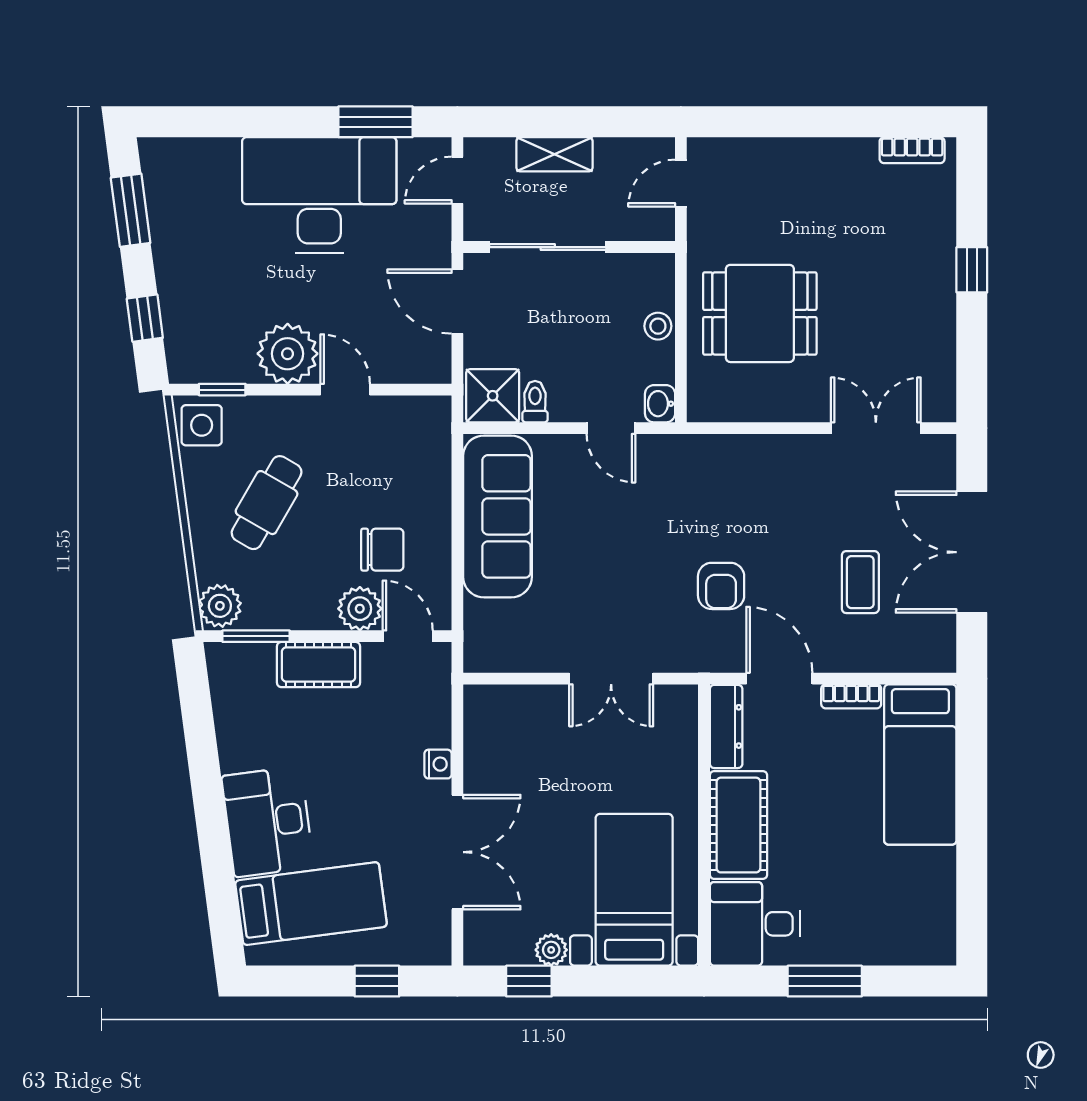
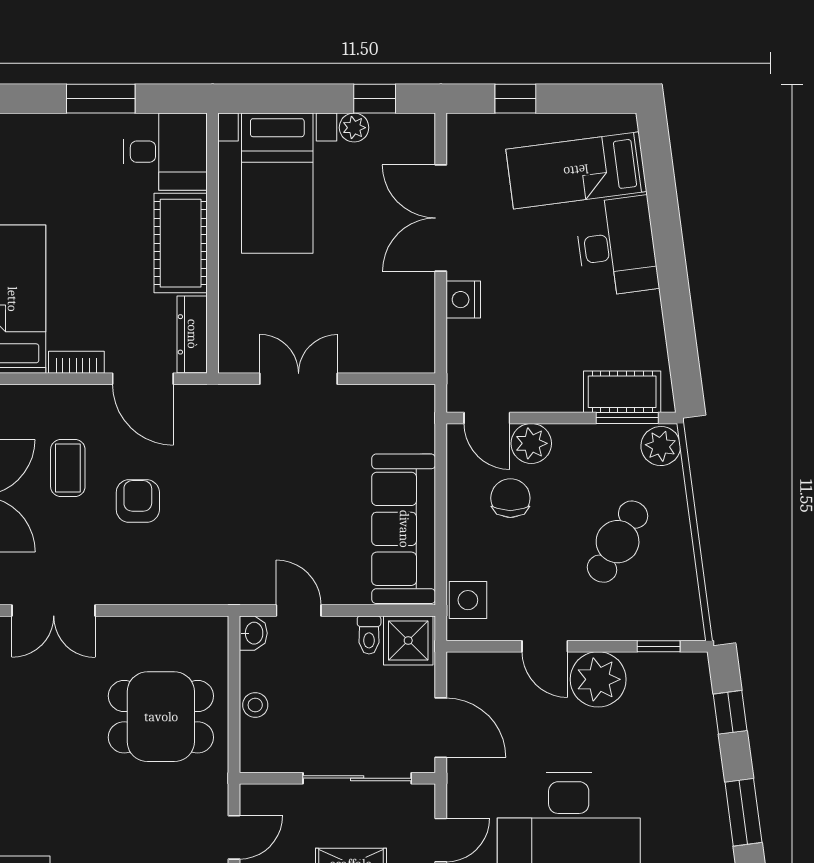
side table: (202, 425) -> (468, 600), moved
chair: (382, 550) -> (510, 498), turned 90
armchair: (721, 586) -> (138, 501), moved
cot: (319, 665) -> (622, 392), moved
nightstand: (438, 764) -> (463, 300), width x1.39, depth x1.35

